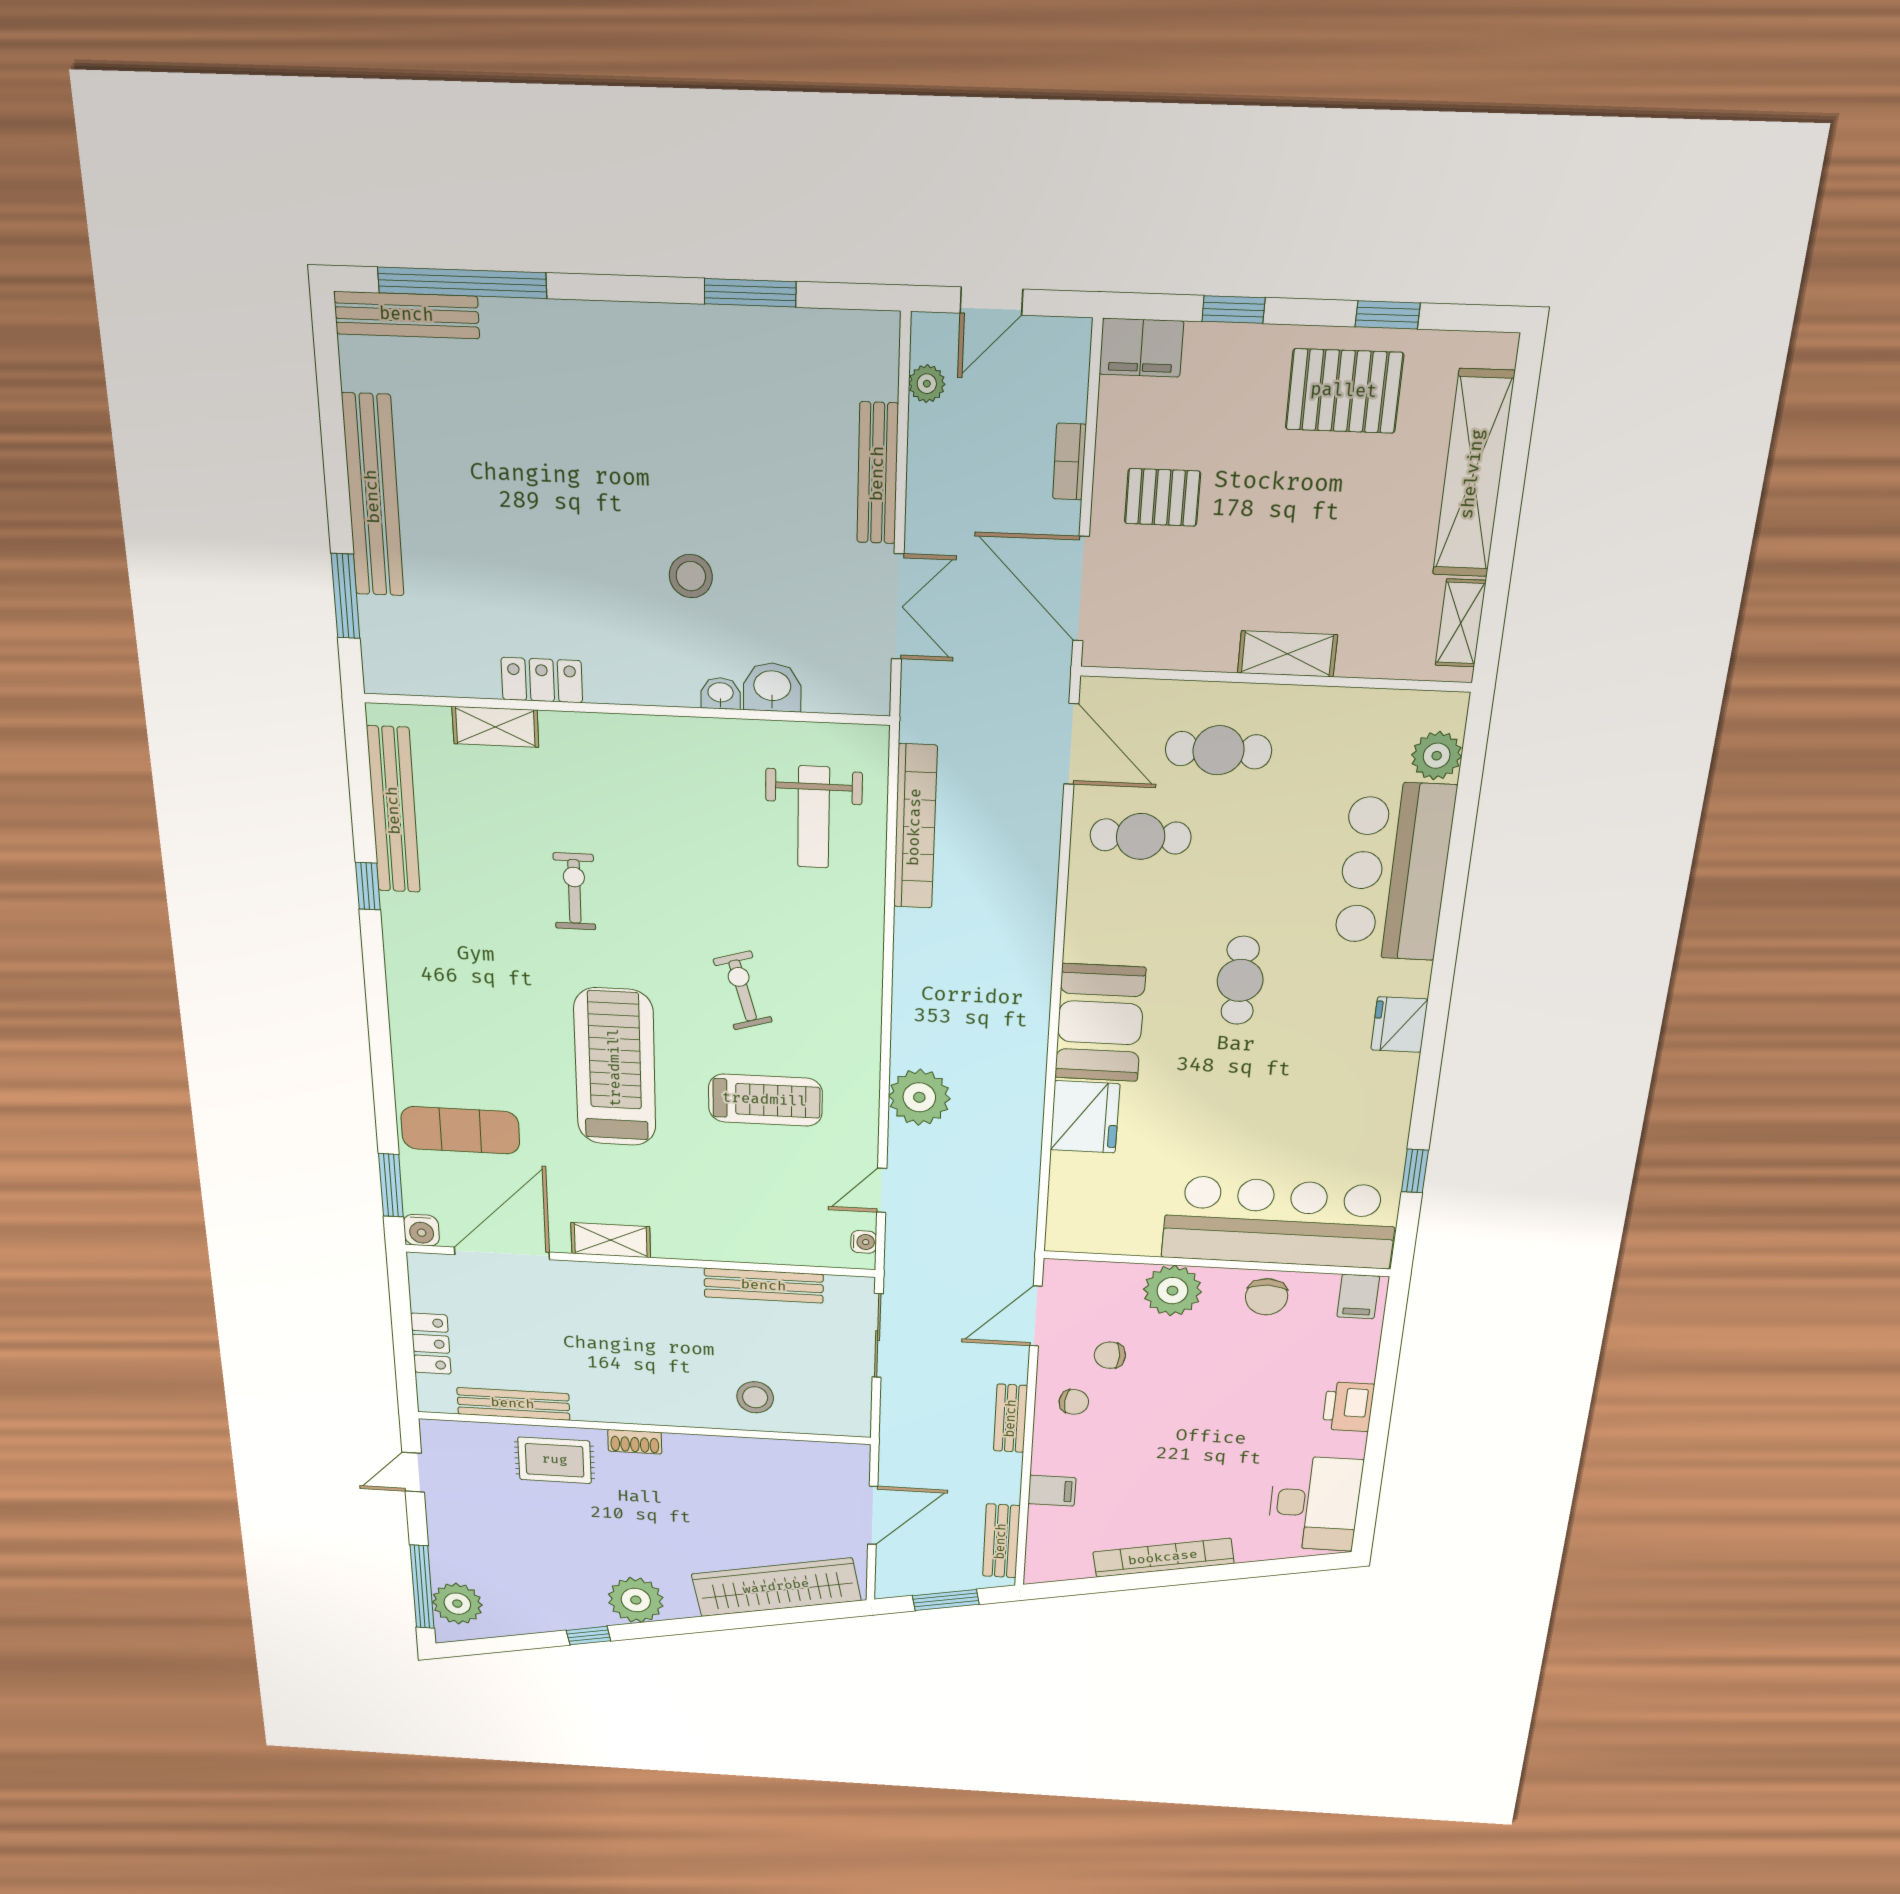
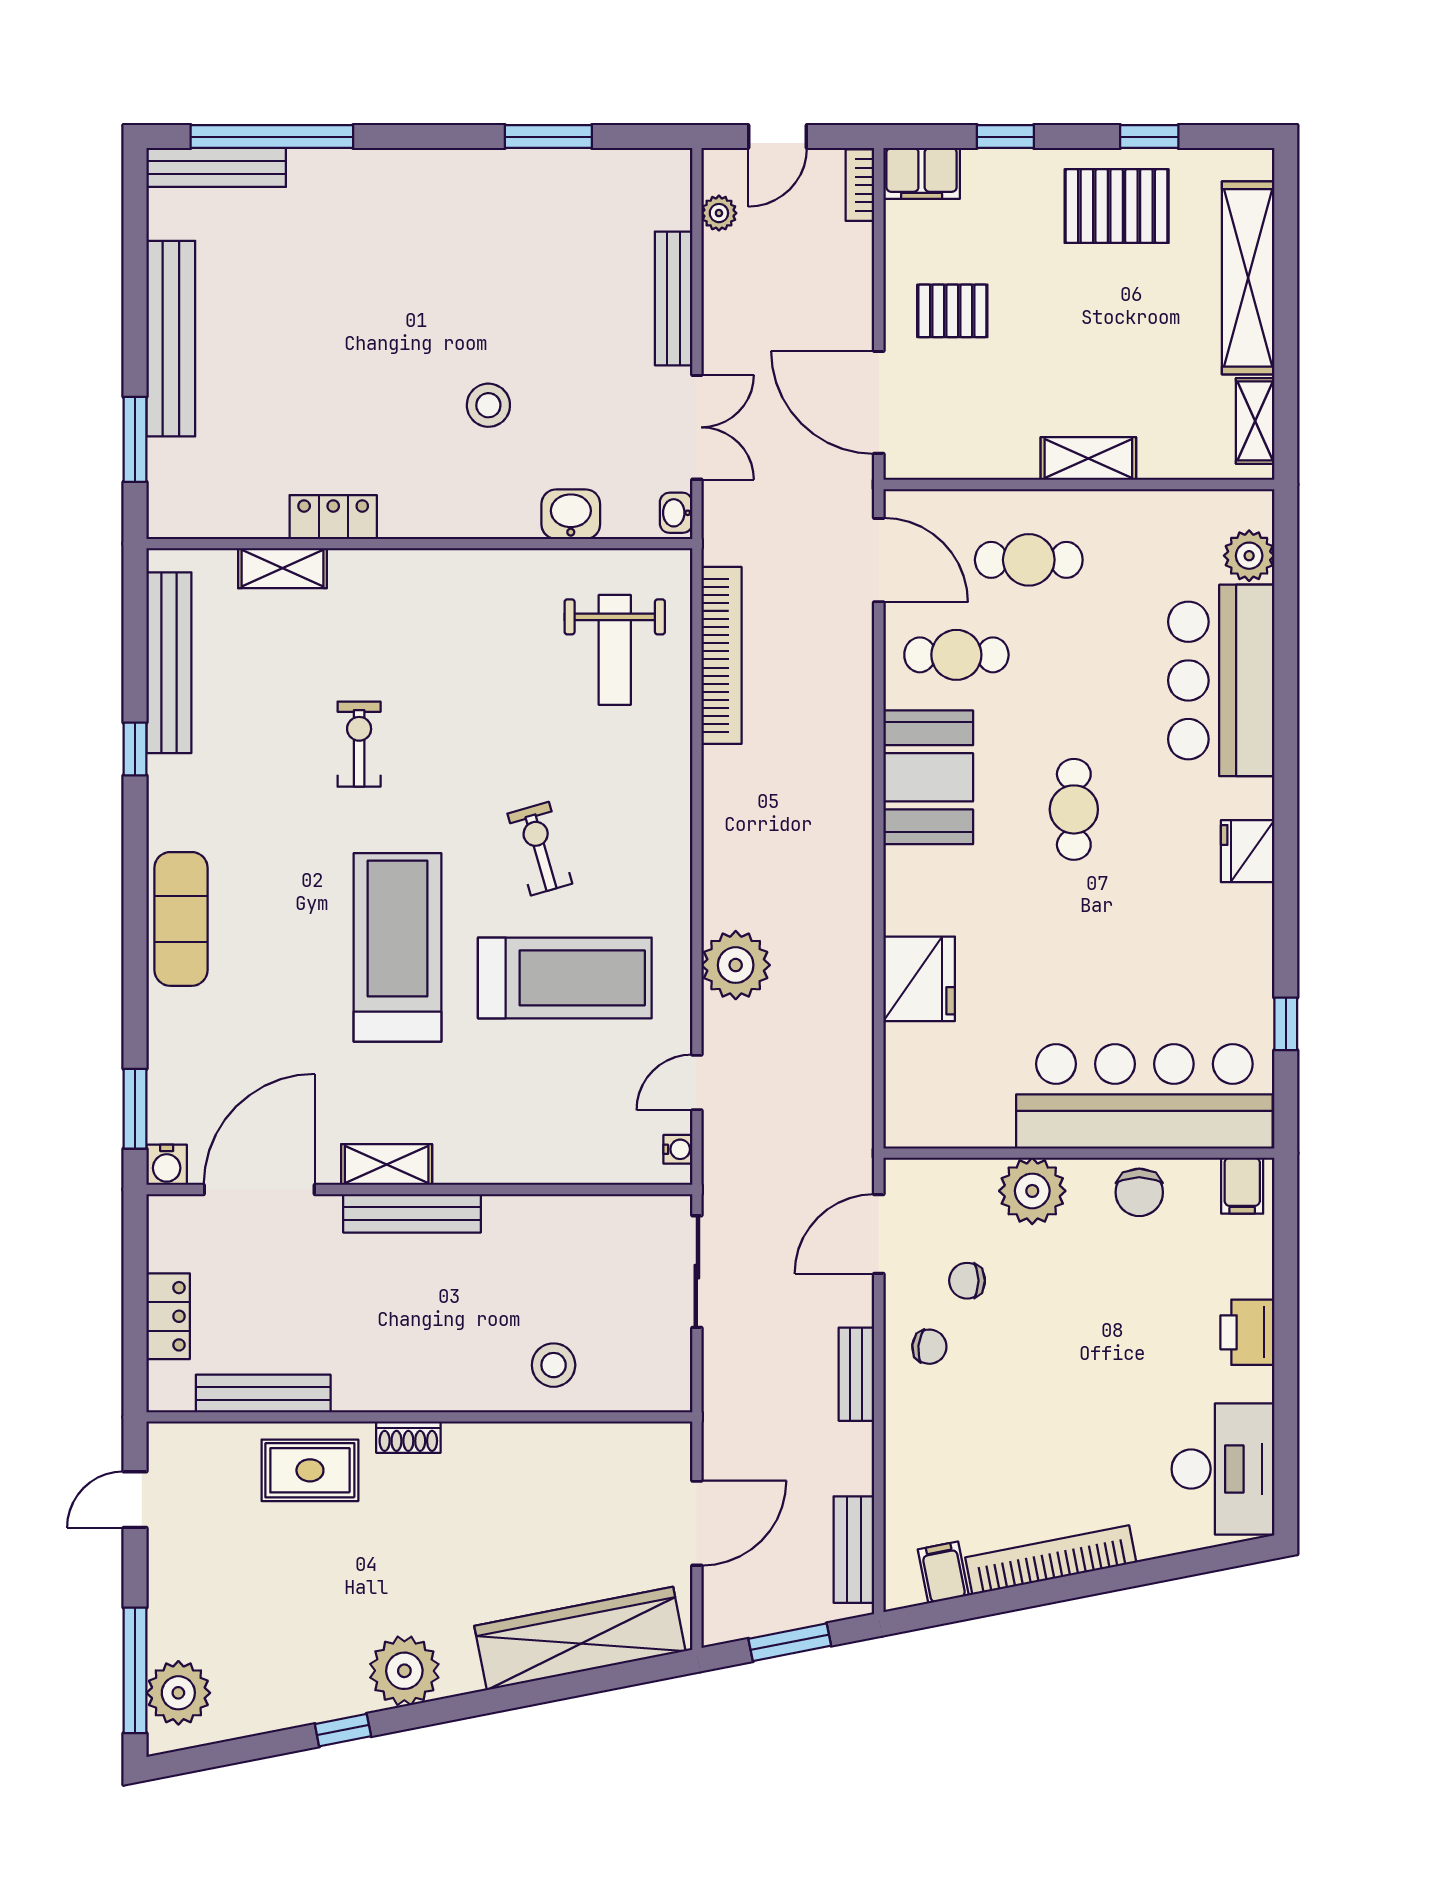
bookcase: (1069, 462) -> (860, 185), moved
washbasin: (721, 693) -> (676, 513), moved, turned -90
booth: (1100, 1023) -> (928, 777), moved
treadmill: (765, 1100) -> (565, 978), width x1.37, depth x1.37
exercise mat: (460, 1130) -> (181, 919), moved, turned 90
bench: (764, 1286) -> (412, 1213), moved
filing cabinet: (1052, 1491) -> (943, 1572), moved, turned -101

